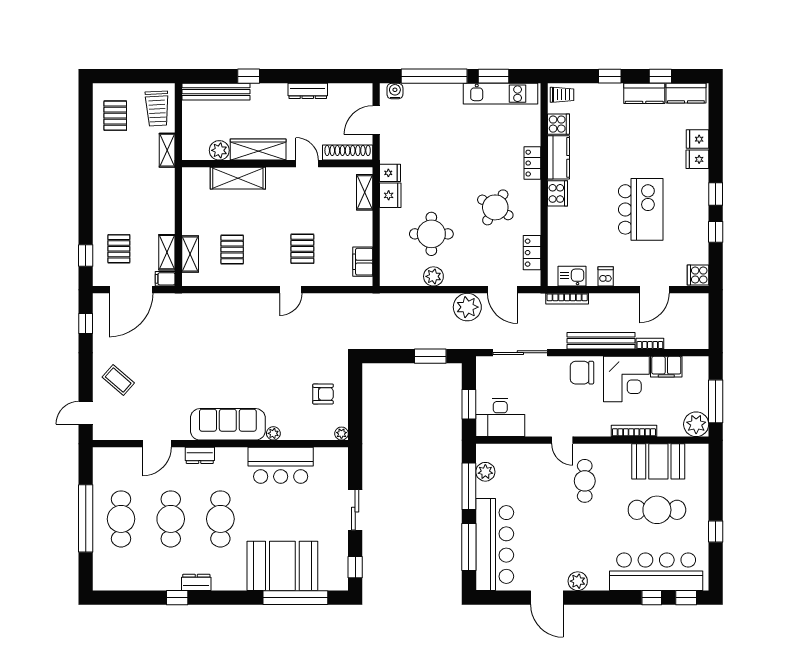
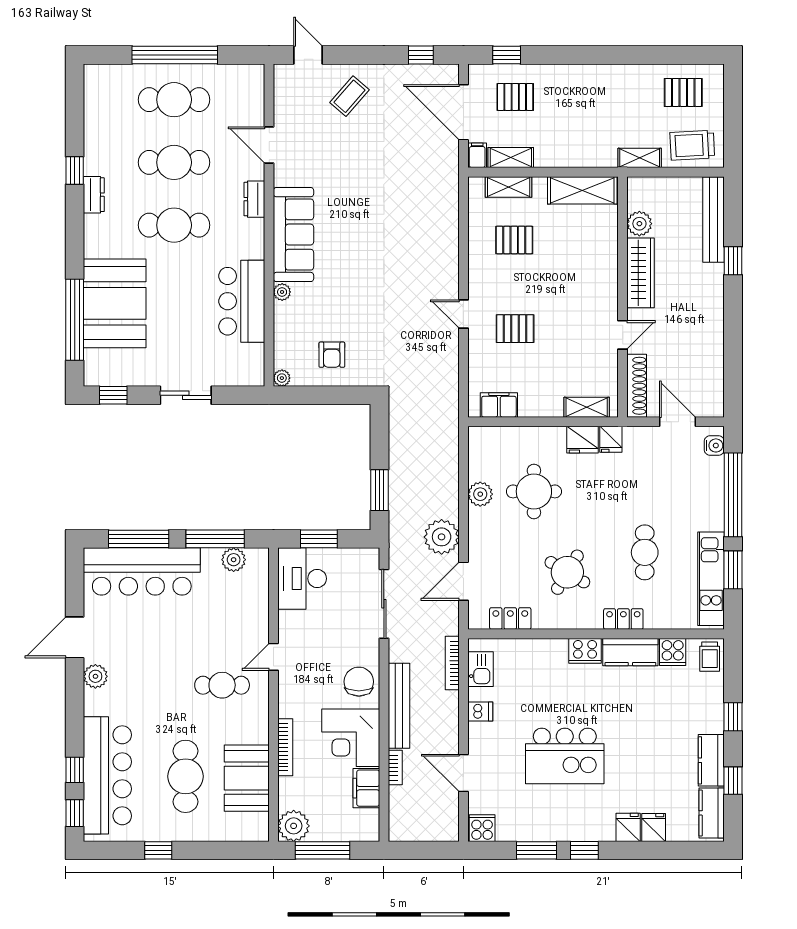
dresser: (308, 91) -> (714, 335), removed
cafe table: (480, 146) -> (645, 552), added
shelving: (238, 178) -> (582, 190), moved, turned 90
window: (716, 232) -> (537, 850), width x1.50

